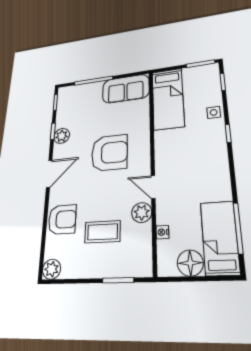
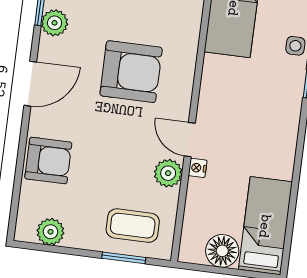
window: (238, 228) -> (291, 217), removed
coffee table: (103, 232) -> (133, 226), moved
nightstand: (162, 232) -> (198, 168), moved
plant: (52, 269) -> (51, 232), moved

